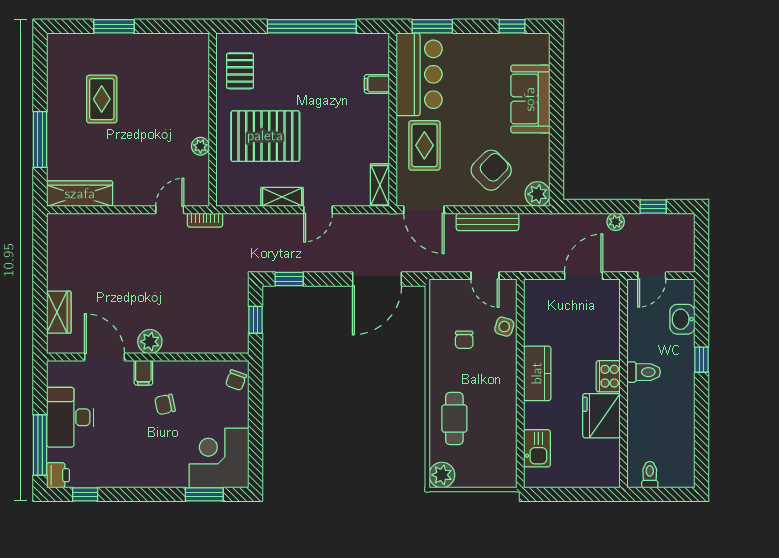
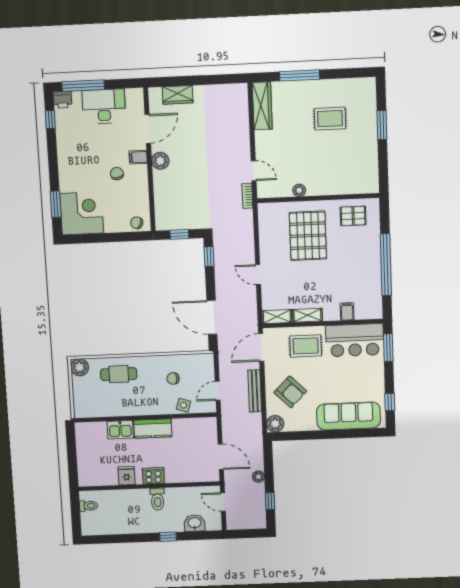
sofa: (530, 99) -> (349, 416), width x1.36
shelving: (282, 197) -> (307, 315), moved, turned 90
fridge: (601, 416) -> (127, 476), width x0.53, depth x0.75
kitchen sink: (537, 448) -> (120, 430), moved

